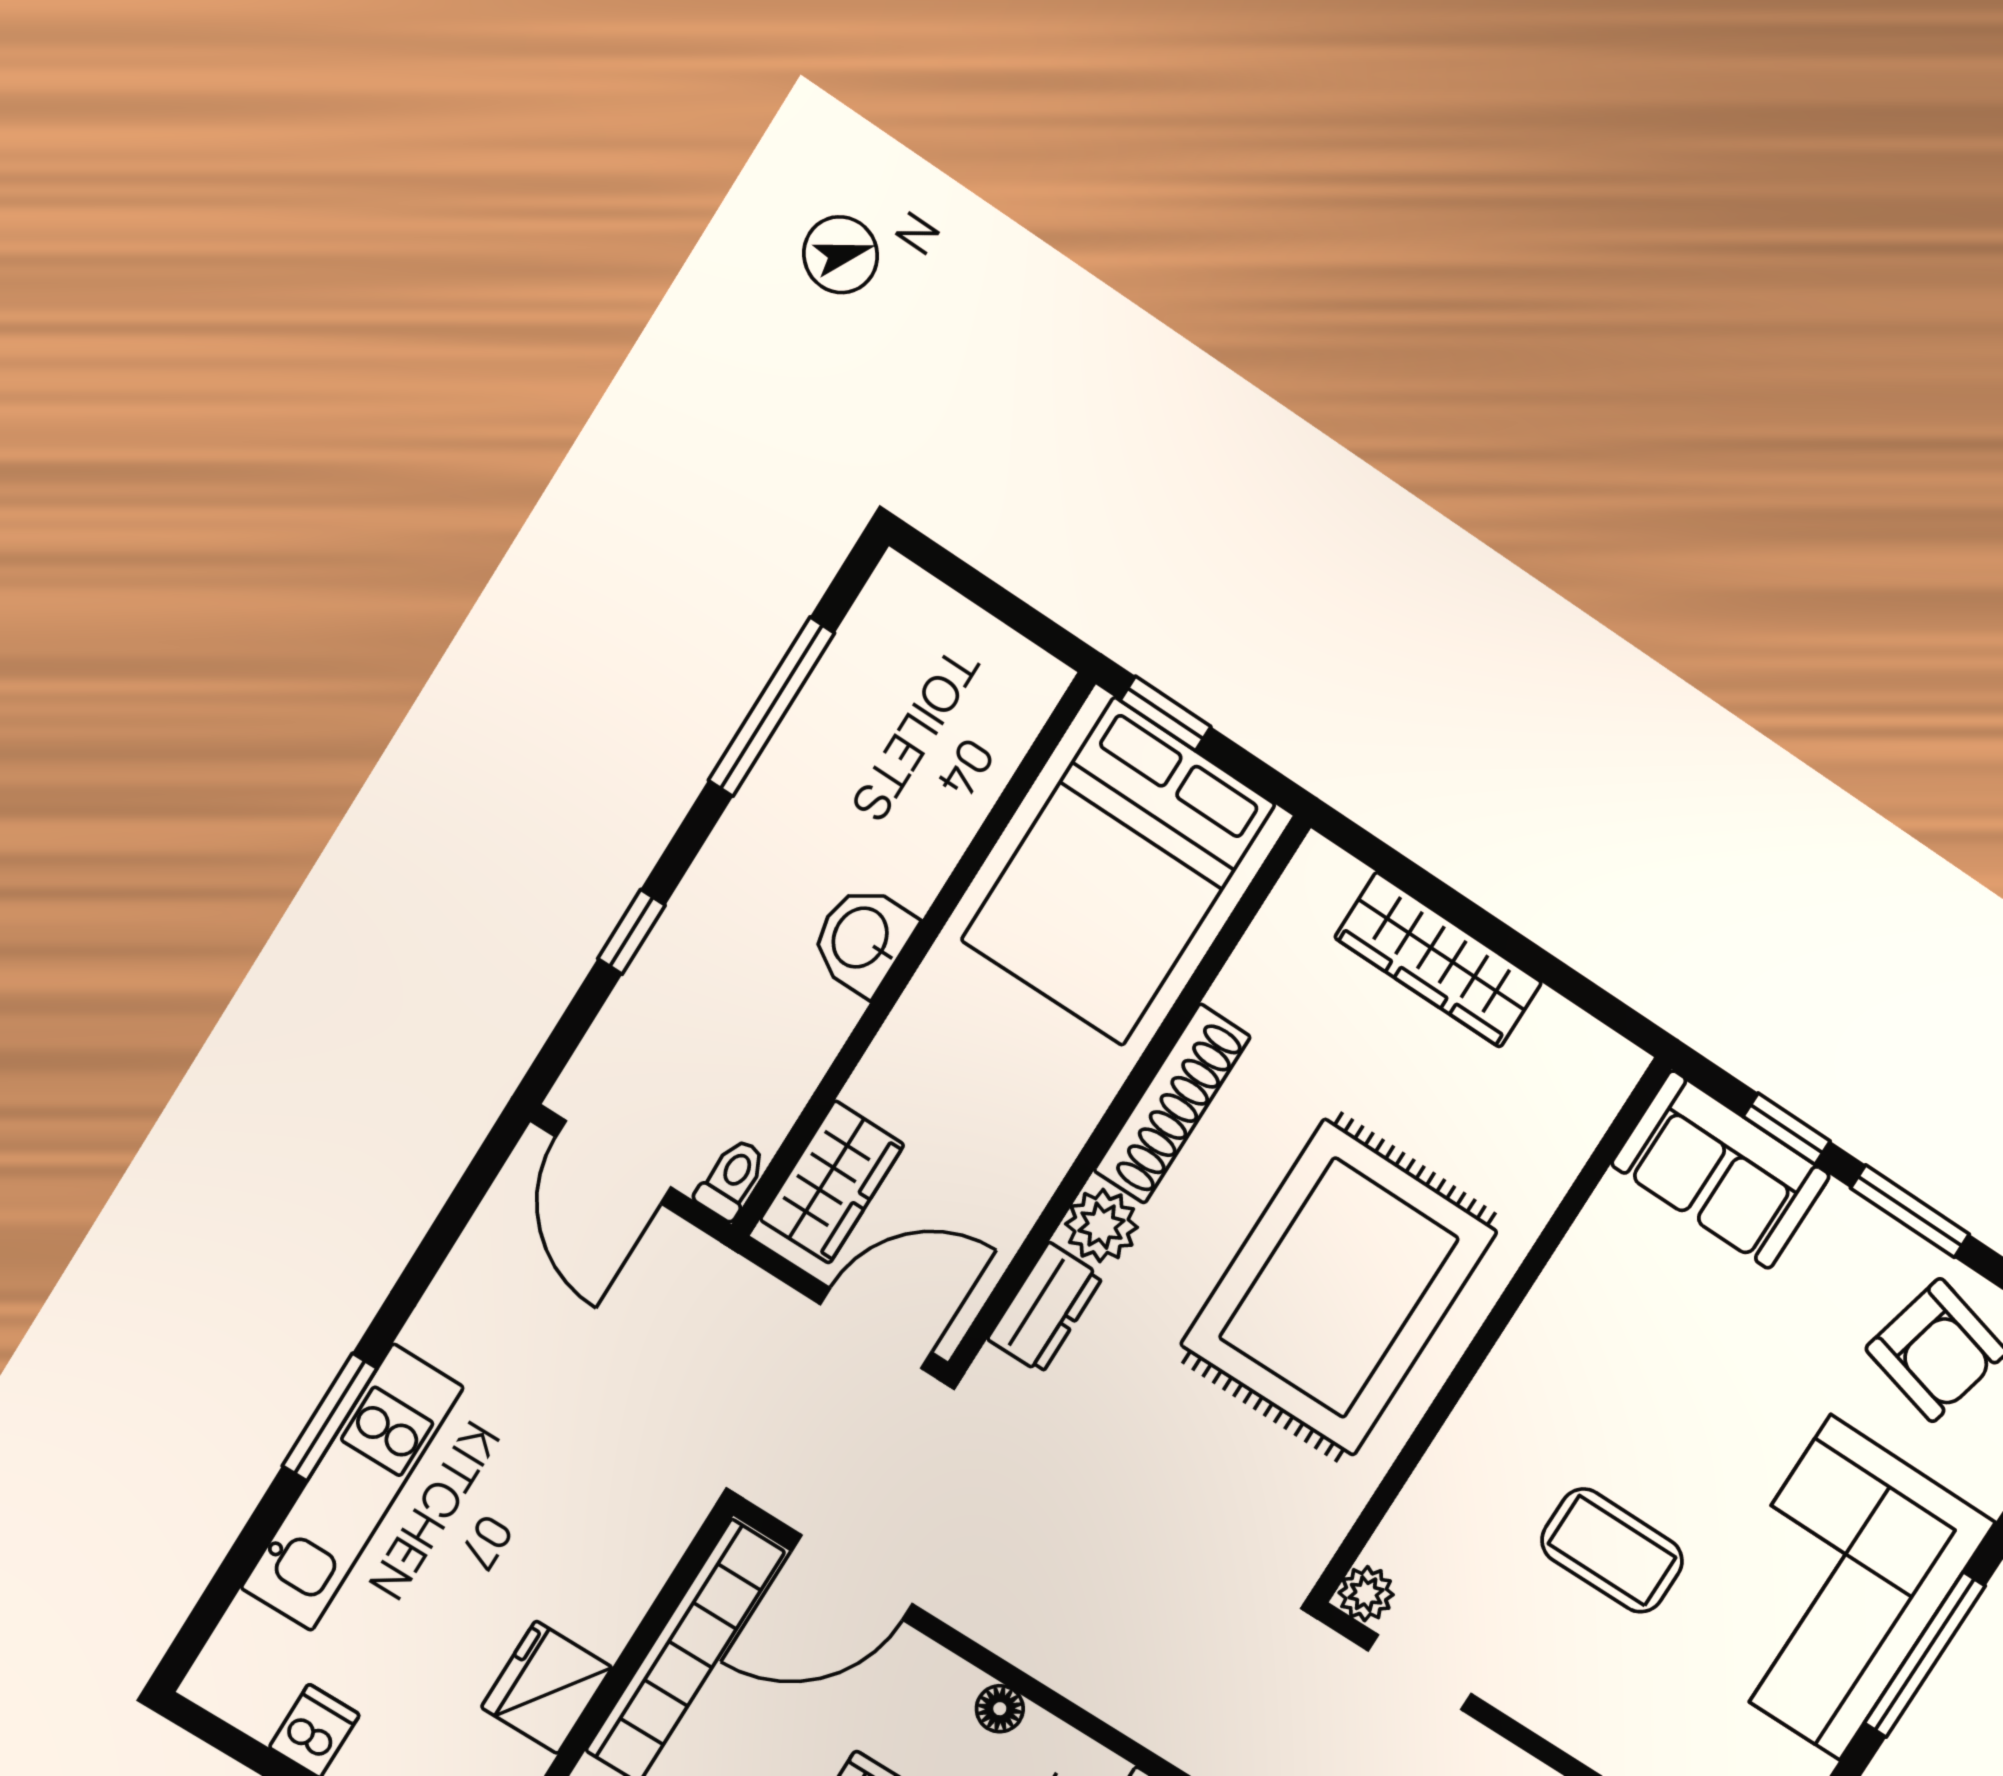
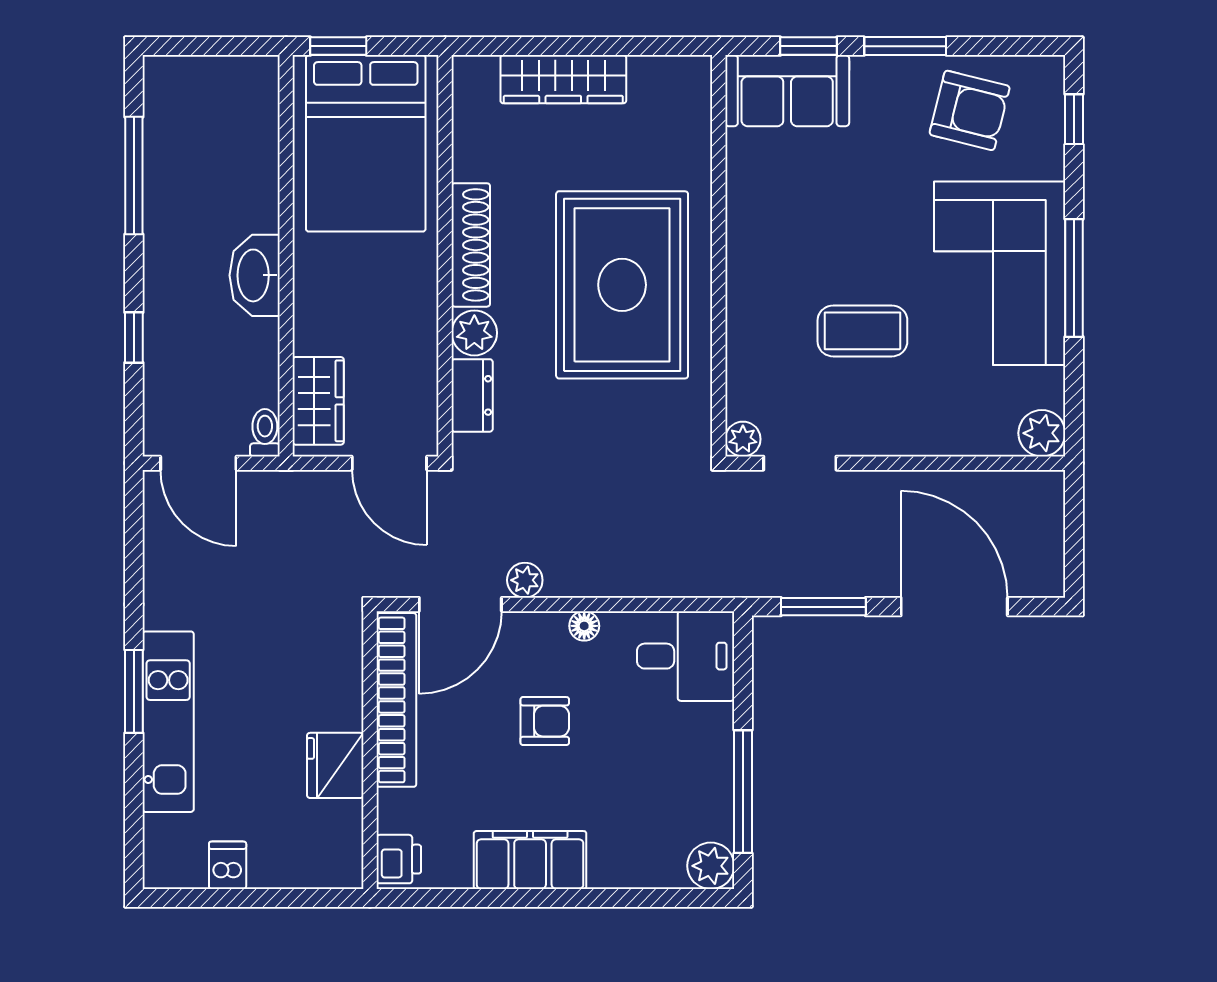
washbasin: (862, 939) -> (255, 275), width x1.38
door: (876, 1328) -> (389, 463), swing flipped
plant: (959, 1599) -> (525, 580), added

